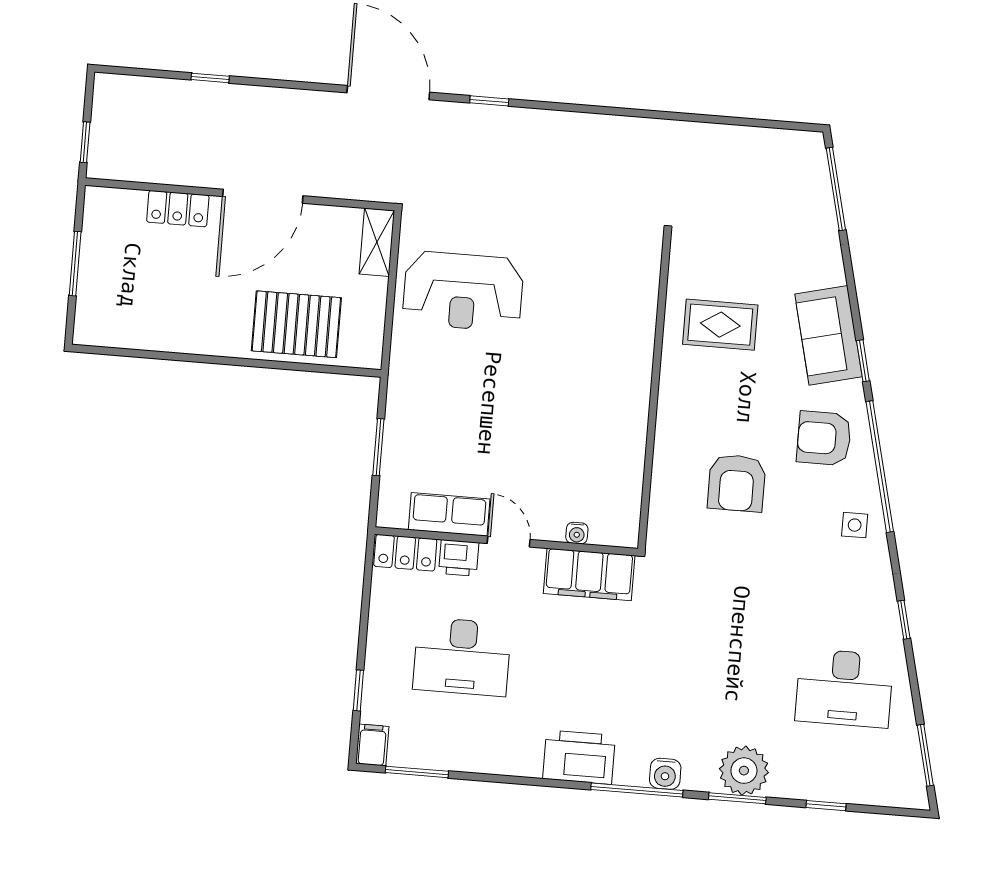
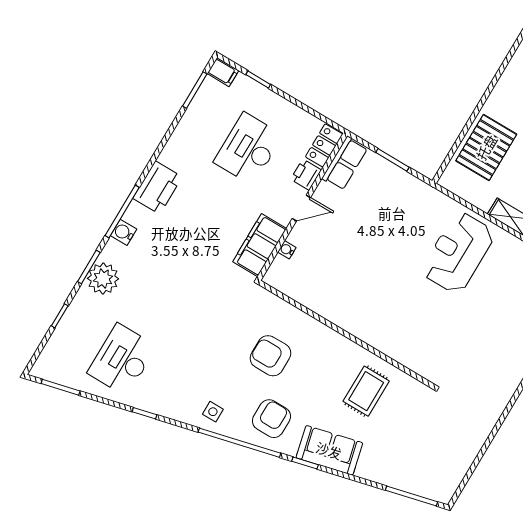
row of seats: (449, 514) -> (345, 163), moved

